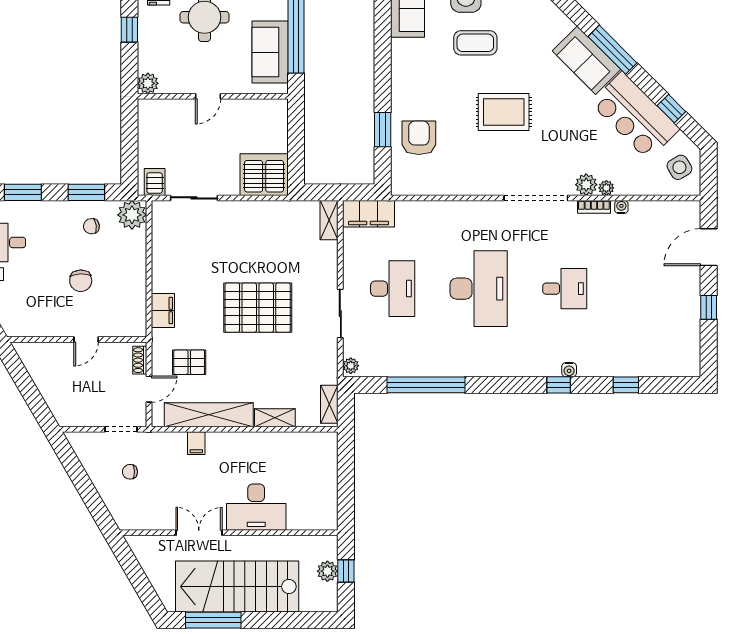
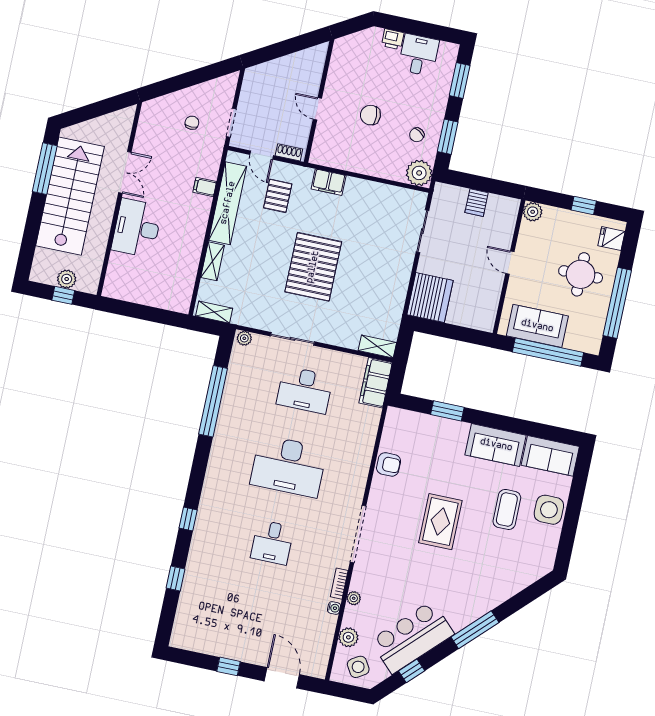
sofa: (587, 60) -> (496, 445), moved, turned -135
armchair: (419, 138) -> (389, 464), moved, width x0.72, depth x0.72
server rack: (155, 182) -> (477, 203), moved, turned 90
plant: (586, 185) -> (348, 637), moved
chair: (91, 226) -> (417, 135), turned -138
water cooler: (569, 370) -> (200, 531), removed

